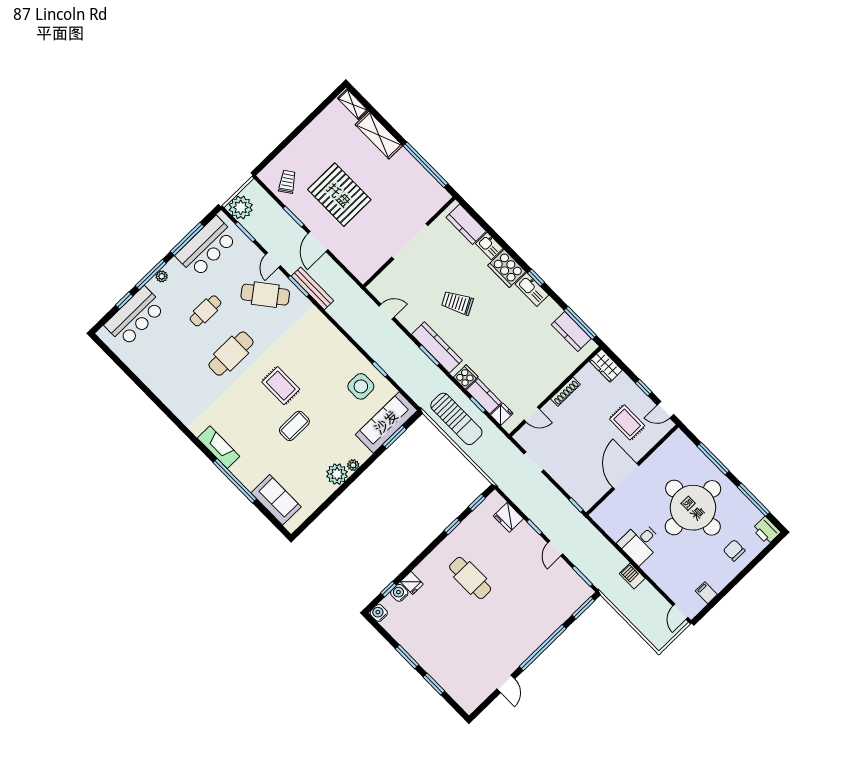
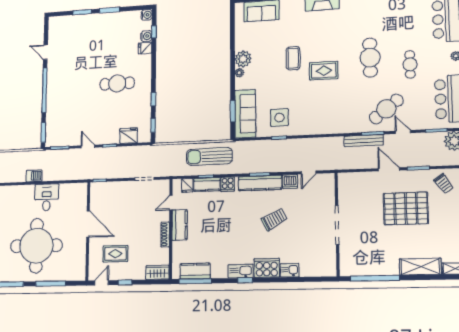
kitchen counter: (466, 224) -> (180, 225), moved, turned 90
dishwasher: (410, 321) -> (290, 182), added

